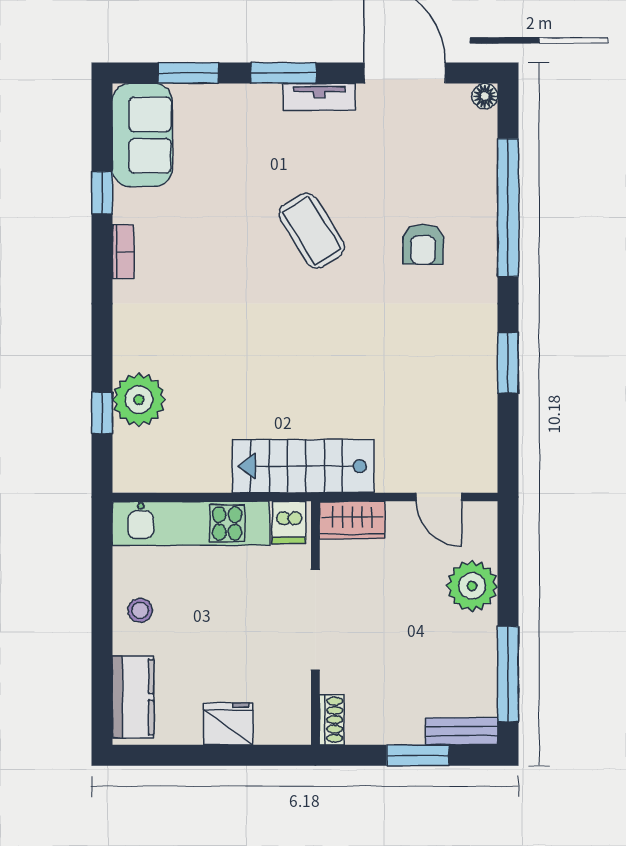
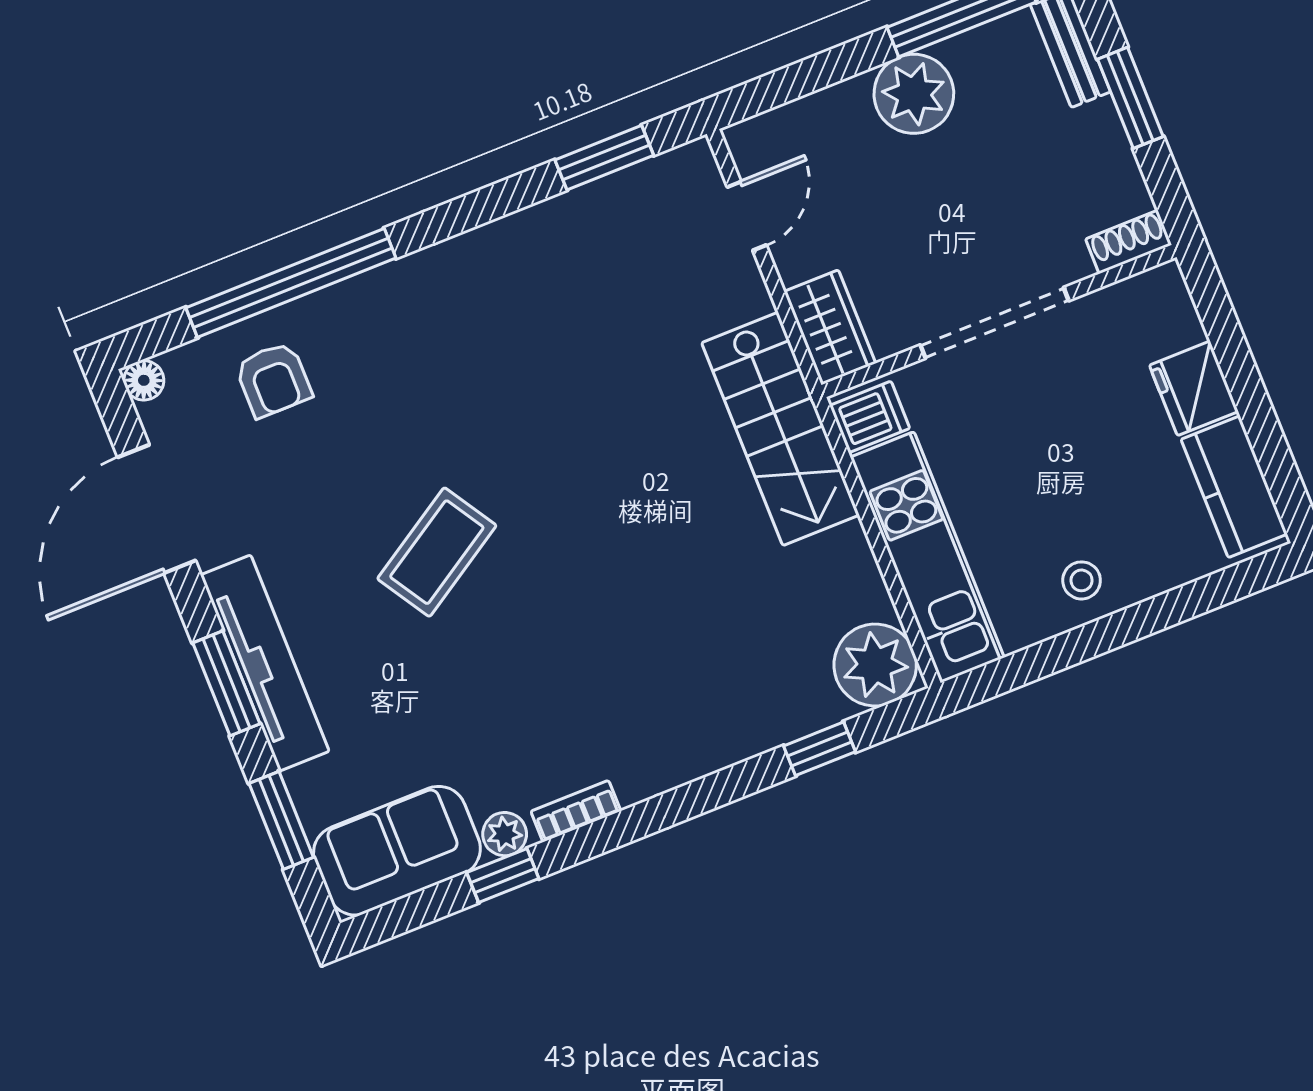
tv unit: (319, 97) -> (265, 663), width x1.92, depth x1.29
plant: (126, 204) -> (505, 834), added
armchair: (423, 244) -> (273, 380), moved, turned 90
window: (508, 363) -> (604, 158), moved
plant: (139, 400) -> (875, 665), moved
plant: (472, 586) -> (914, 94), moved
kitchen counter: (133, 697) -> (1234, 487), moved, turned -90

